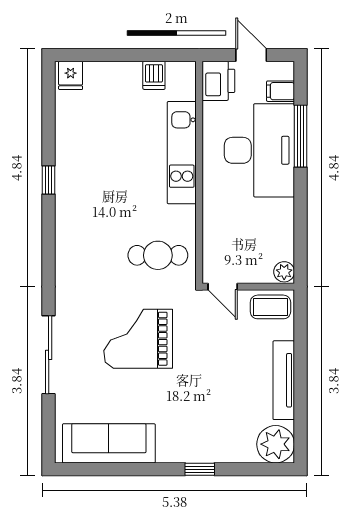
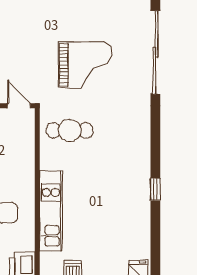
sliding door: (49, 355) -> (155, 52), width x1.36

